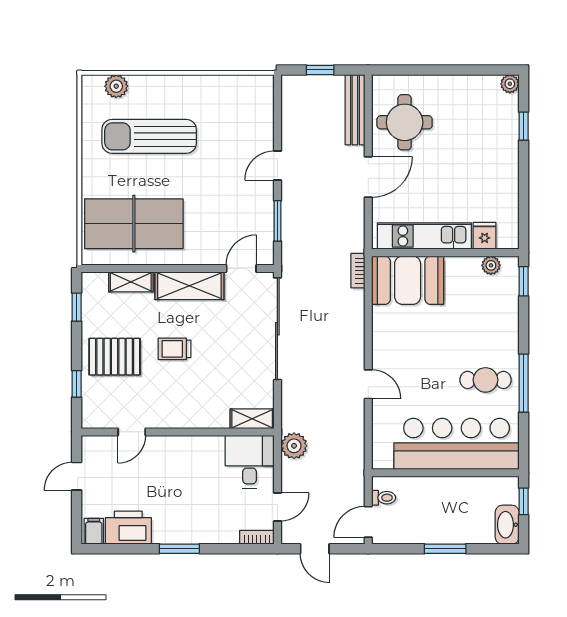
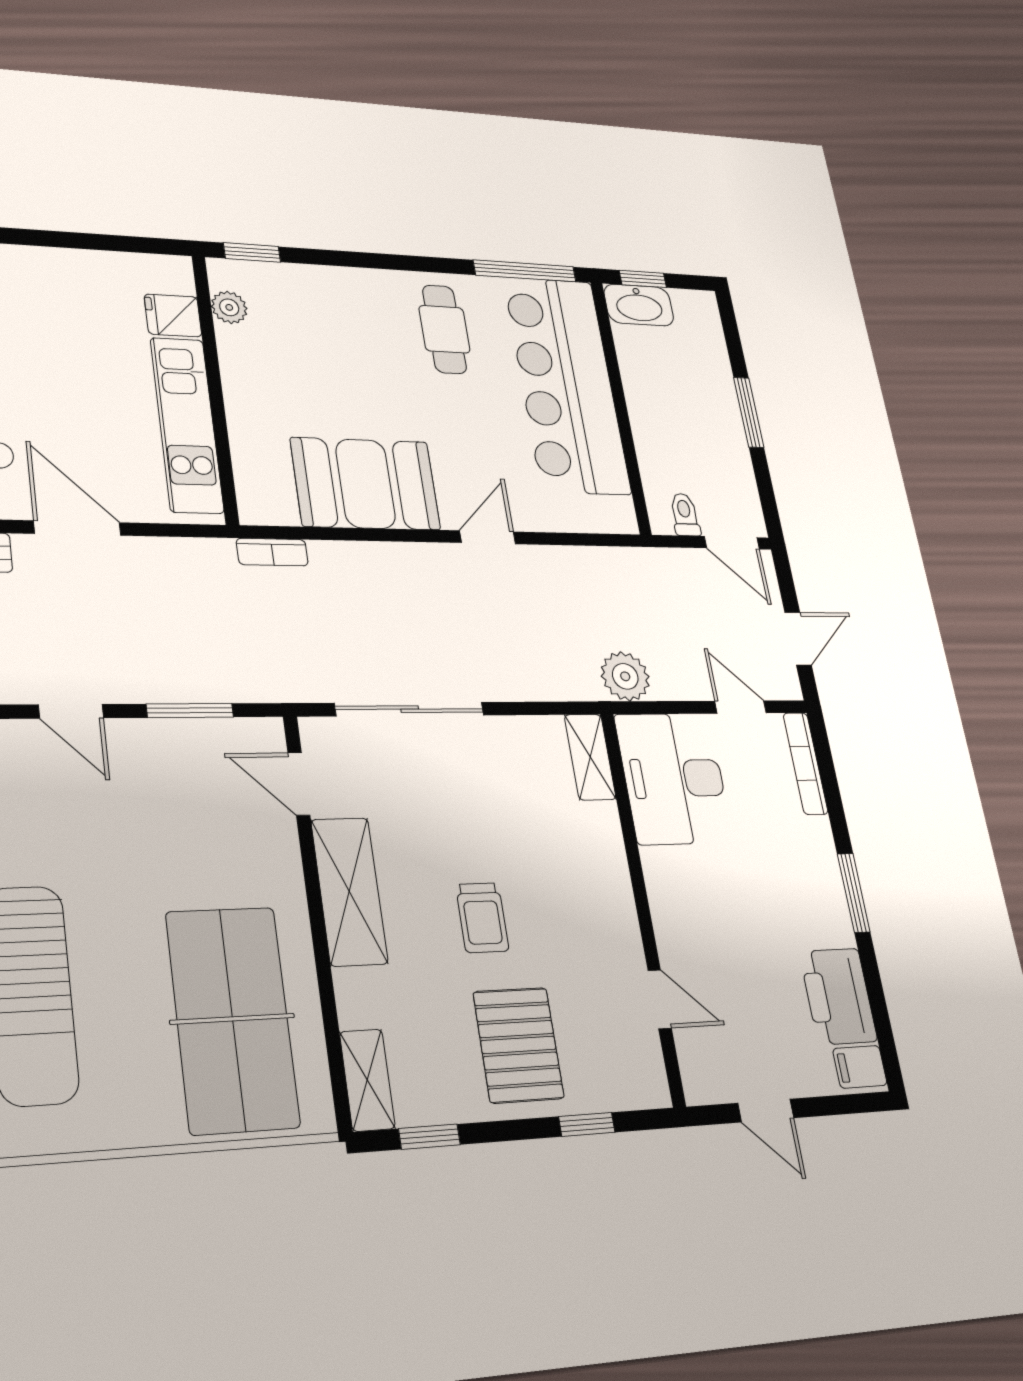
booth: (408, 280) -> (365, 484), moved, turned 90
shelving: (131, 282) -> (367, 1080), moved
sliding door: (277, 329) -> (410, 709), width x0.73
window: (524, 383) -> (525, 271), moved
desk: (250, 462) -> (674, 778), width x1.37
washbasin: (507, 525) -> (639, 305), moved
bookcase: (257, 537) -> (806, 763), width x1.56

